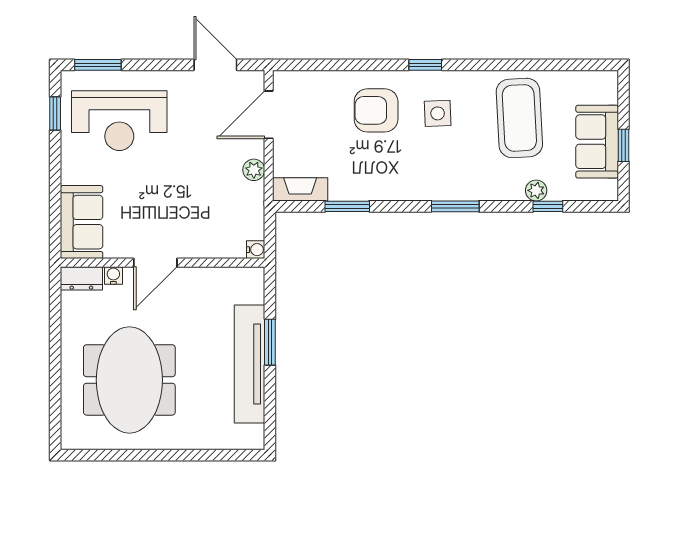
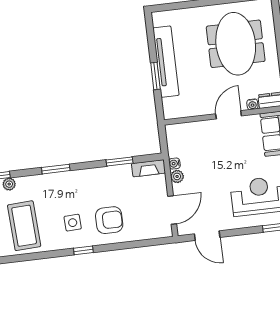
water cooler: (256, 250) -> (174, 164), moved

